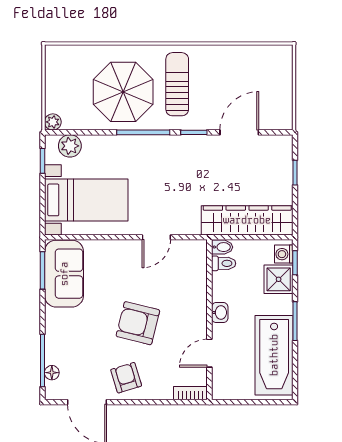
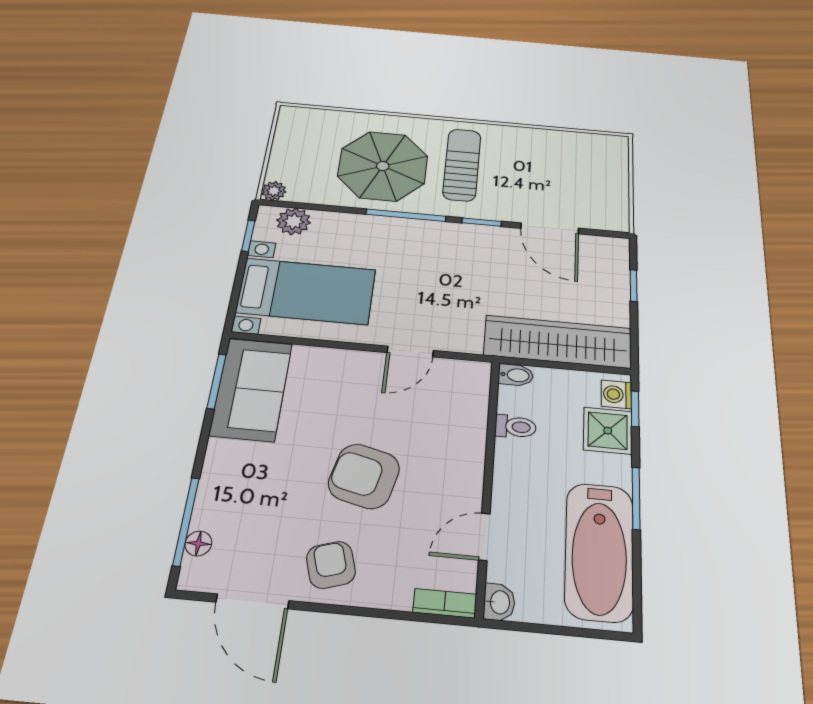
door: (239, 132) -> (550, 228), swing flipped
toilet: (224, 263) -> (516, 427), moved
washbasin: (220, 313) -> (499, 602), moved

